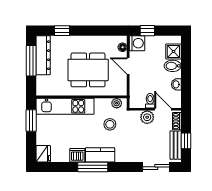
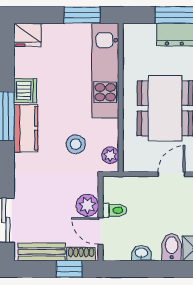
door: (163, 109) -> (101, 231), swing flipped
window: (186, 141) -> (69, 269), moved

